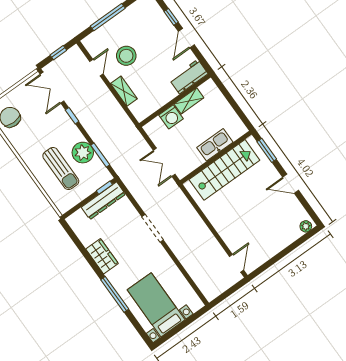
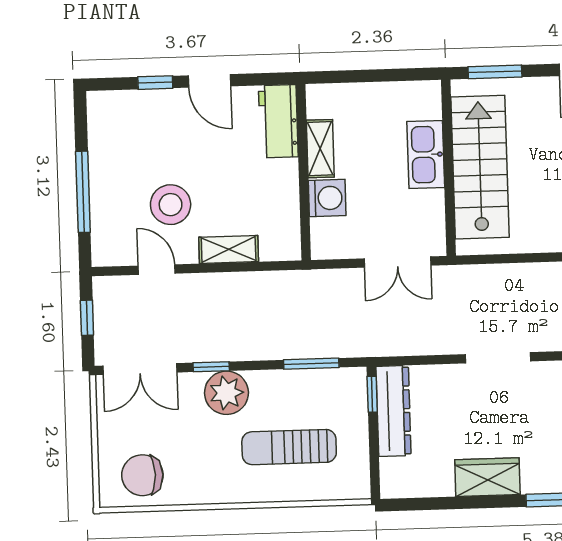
plant: (83, 153) -> (226, 393), moved
sun lounger: (61, 169) -> (289, 447), turned 180

